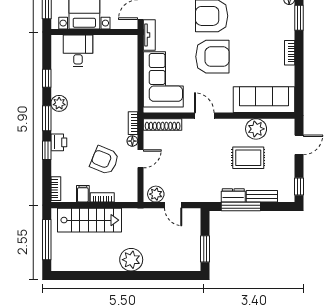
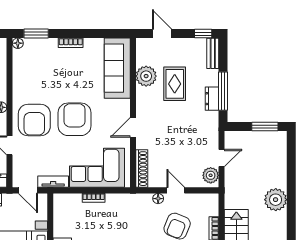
bookcase: (133, 123) -> (94, 198), moved
bench: (262, 196) -> (213, 53), moved

